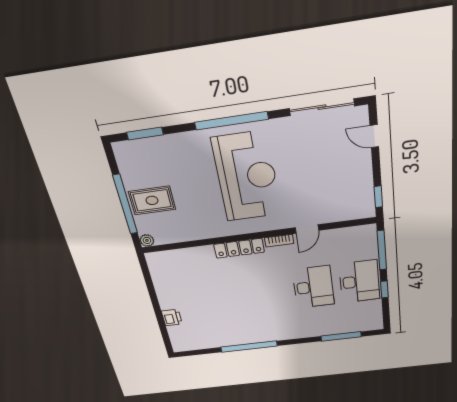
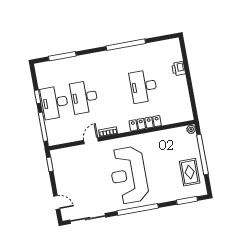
rug: (152, 200) -> (190, 172), moved, turned 90
locker: (239, 248) -> (145, 123), moved
desk: (223, 298) -> (143, 86), added

